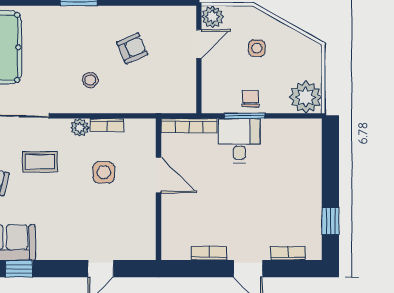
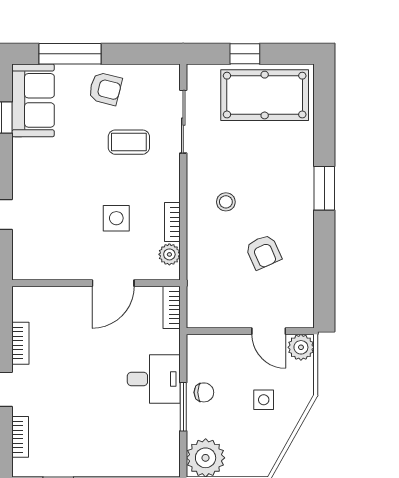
window: (244, 116) -> (183, 407), moved
bookcase: (189, 126) -> (172, 307), width x0.64
plant: (80, 128) -> (169, 254), moved
coffee table: (40, 162) -> (129, 142), turned 90

